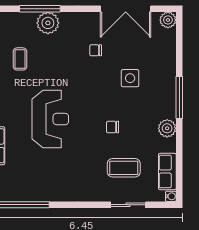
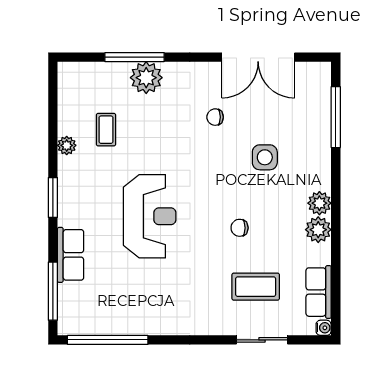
plant: (168, 20) -> (319, 203), moved
window: (179, 98) -> (336, 117), moved

